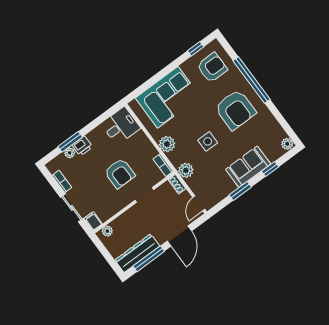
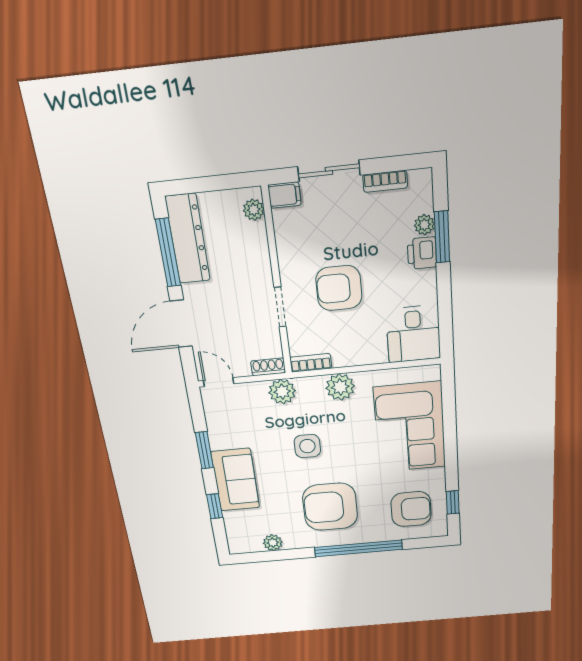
armchair: (212, 68) -> (411, 509), turned -90
plant: (287, 144) -> (273, 543), moved
door: (179, 236) -> (181, 324), hinge flipped

